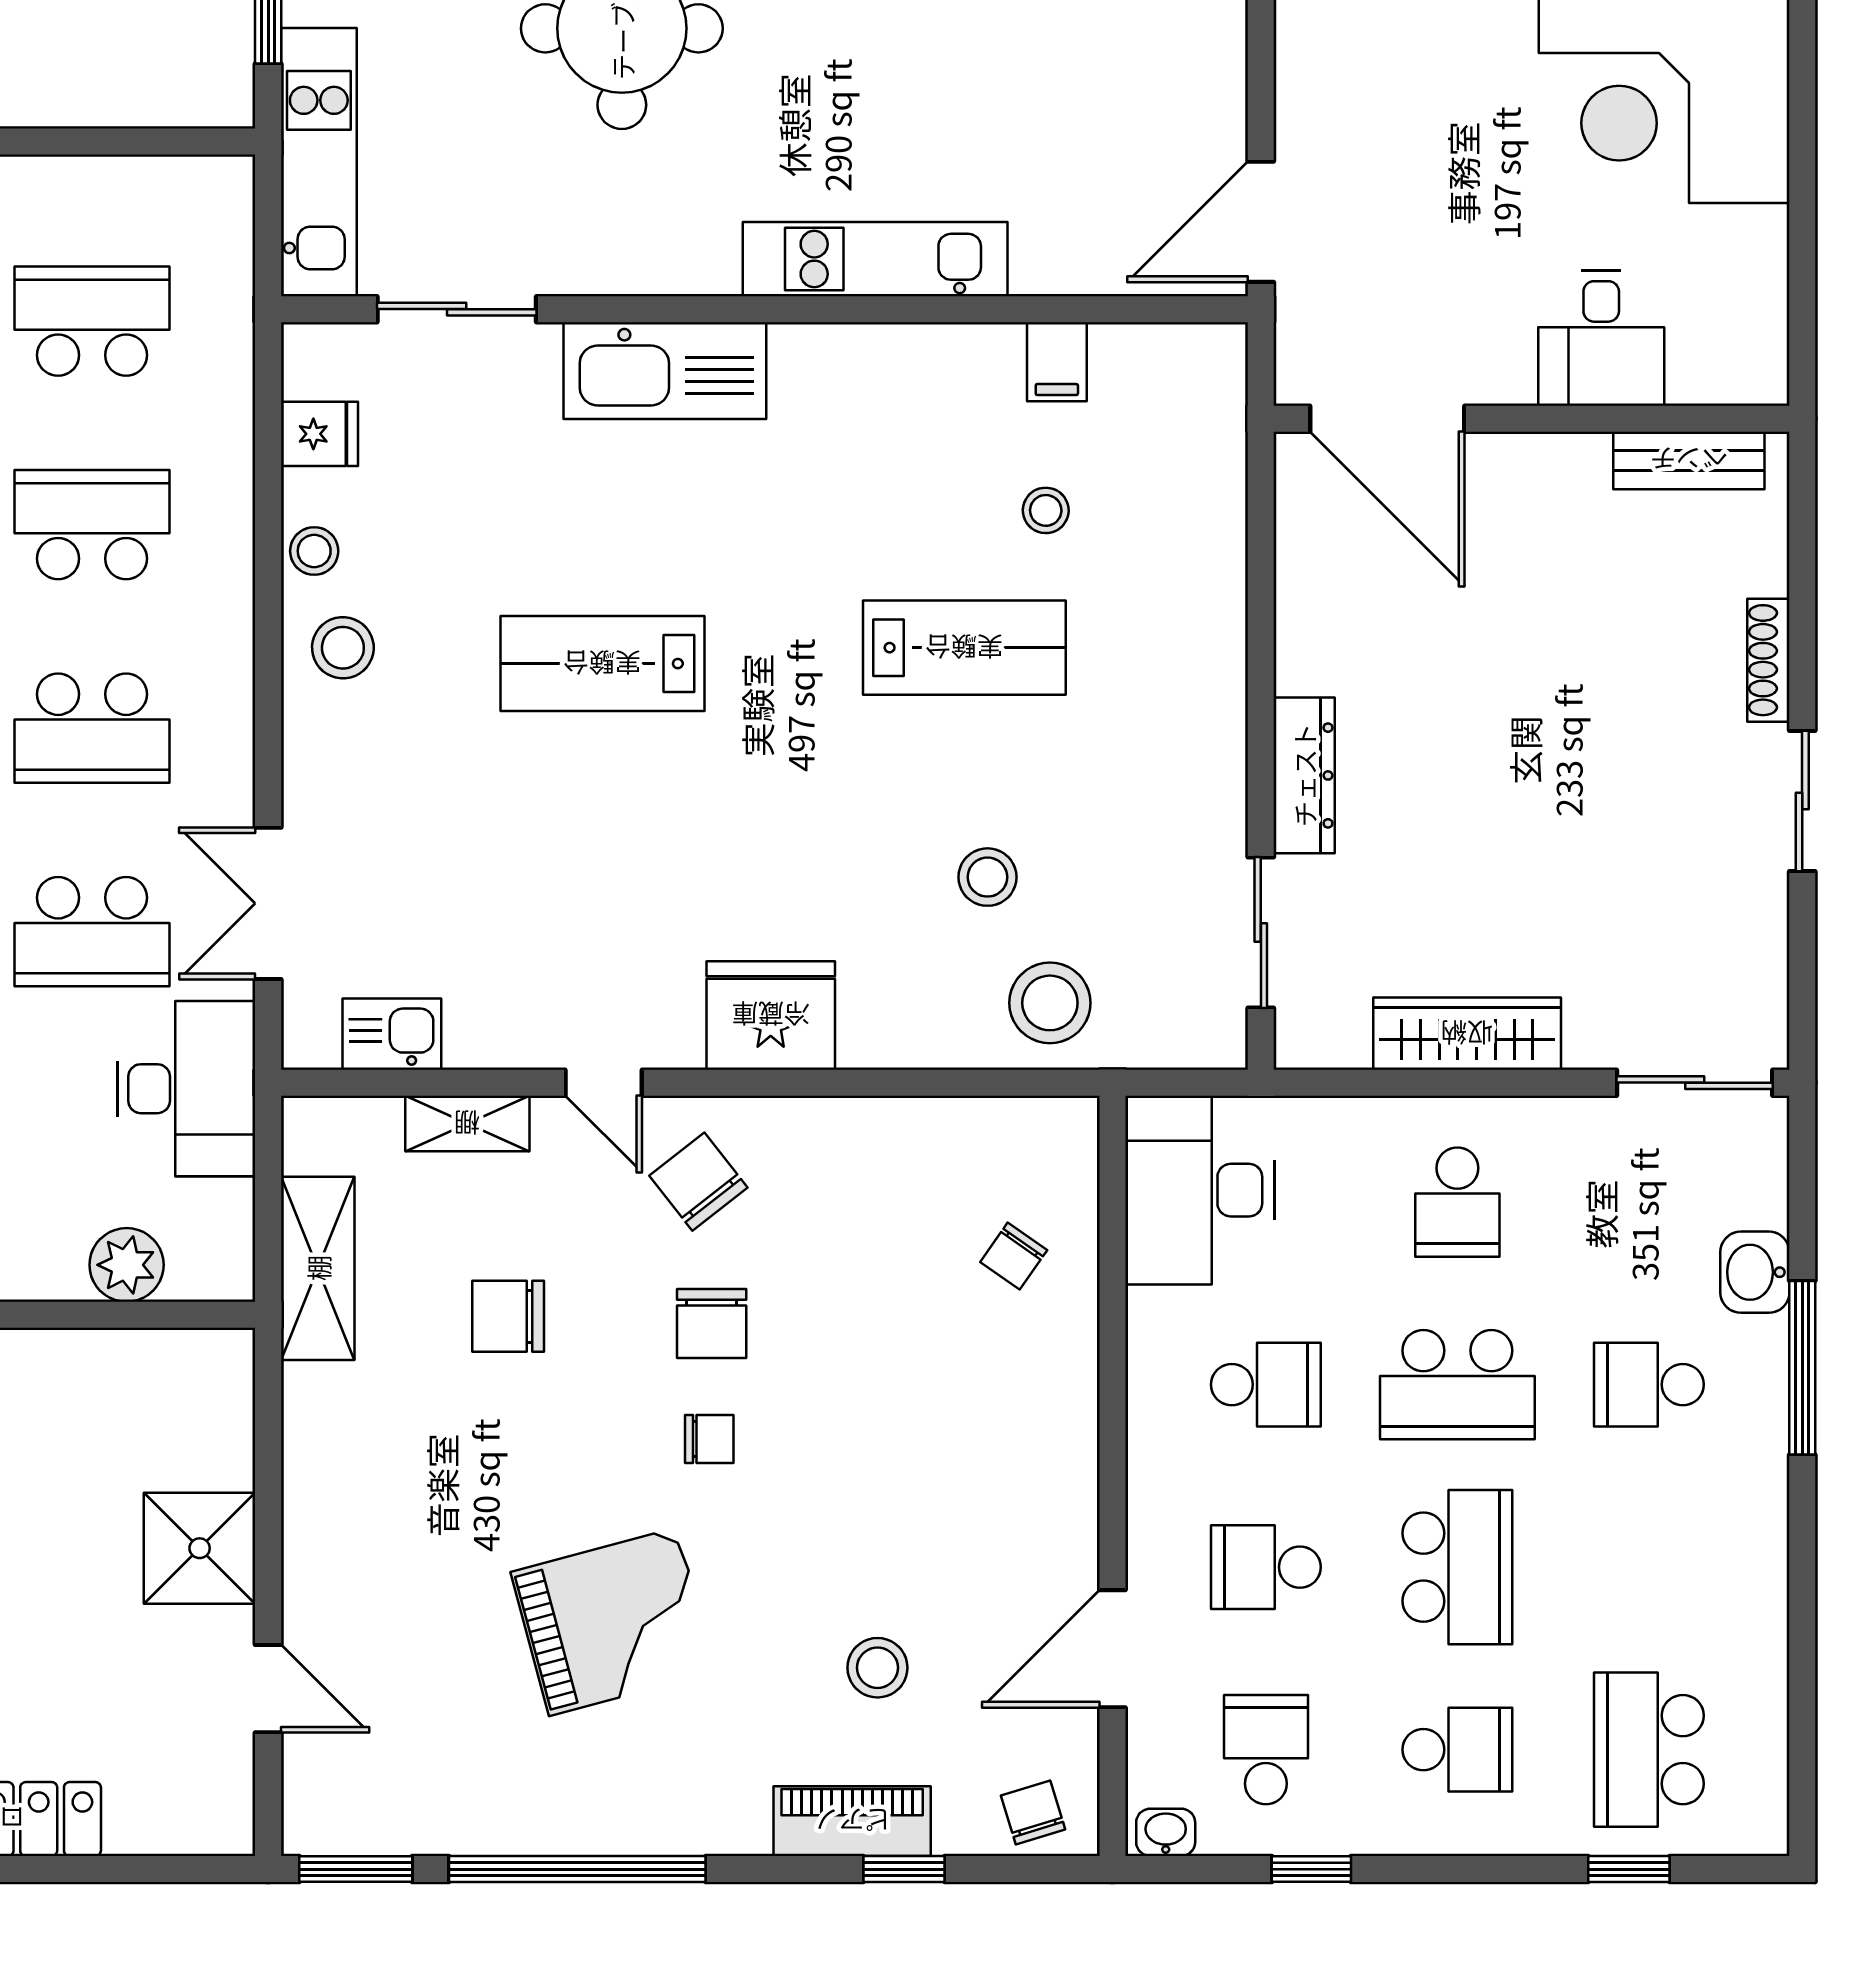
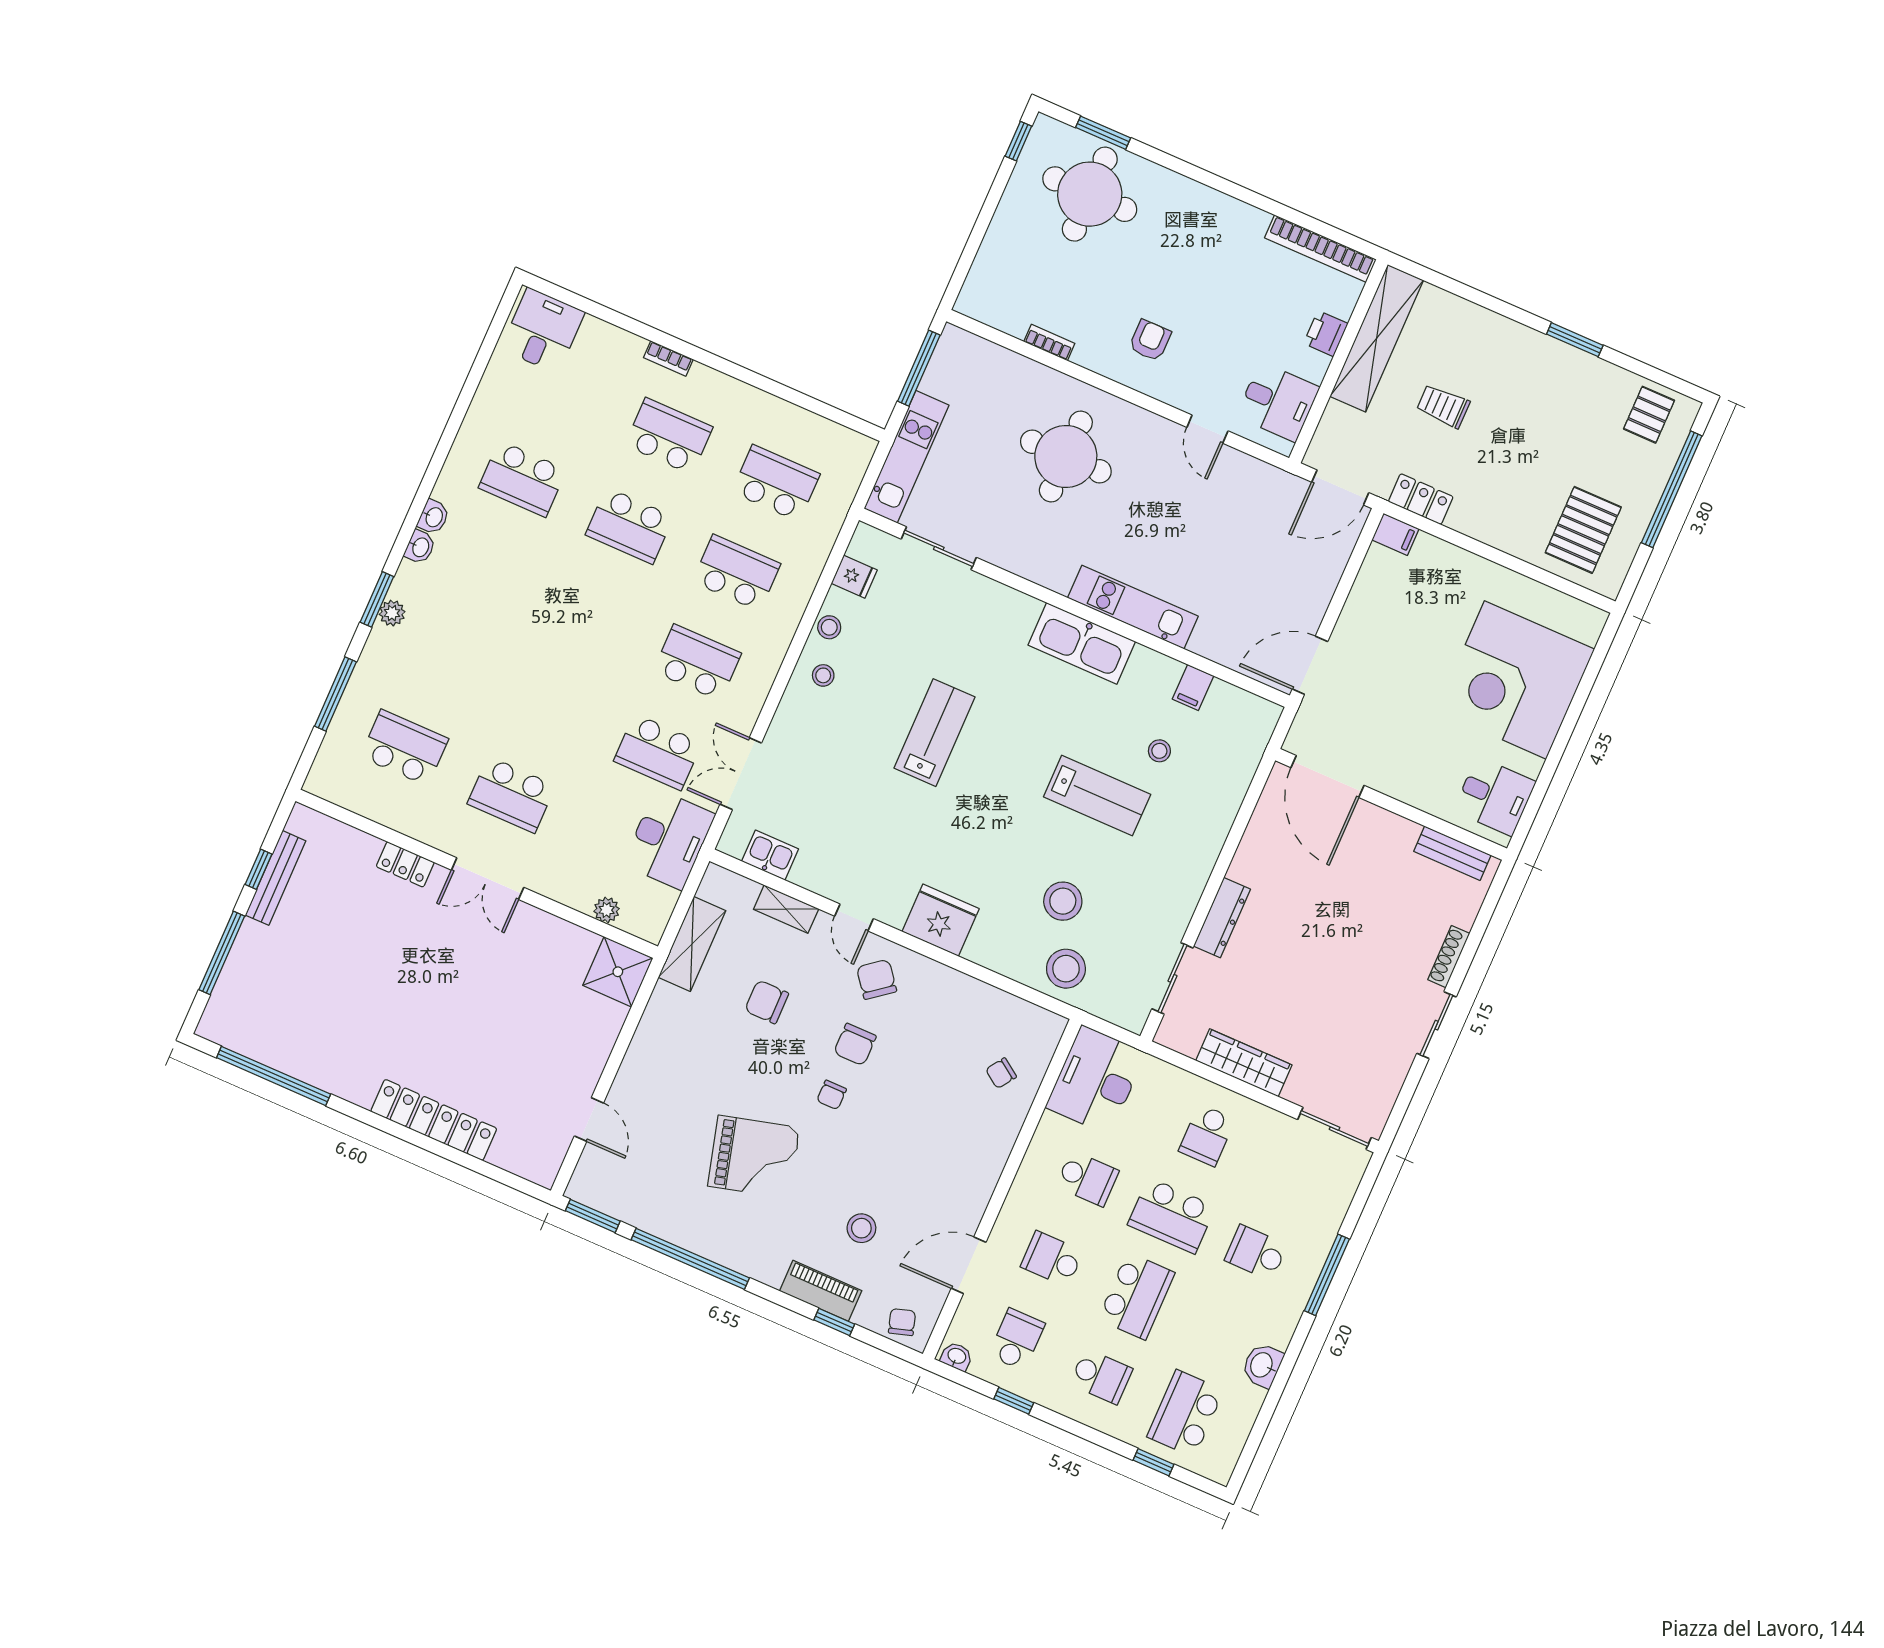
desk: (1601, 338) -> (1495, 796), moved, turned -90
kitchen sink: (665, 371) -> (1082, 643), moved
stool: (343, 648) -> (823, 675), width x0.73, depth x0.73
lab bench: (602, 664) -> (934, 733), turned 90
school desk: (92, 728) -> (697, 662), turned 180
stool: (987, 877) -> (1063, 901), width x1.38, depth x1.38
plant: (127, 1265) -> (607, 910), width x0.73, depth x0.73
washbasin: (1755, 1272) -> (1262, 1365), moved
chair: (709, 1439) -> (832, 1095), turned 90
shower: (200, 1548) -> (618, 972), moved

